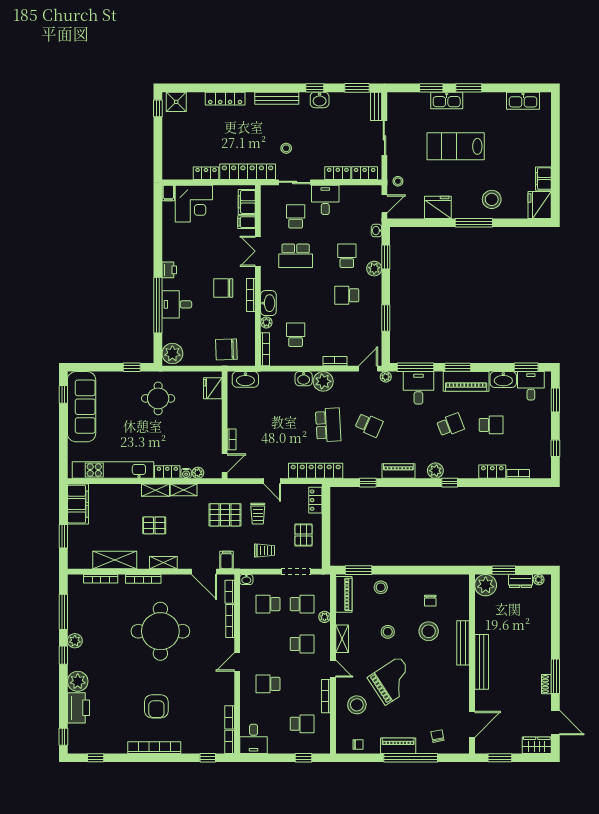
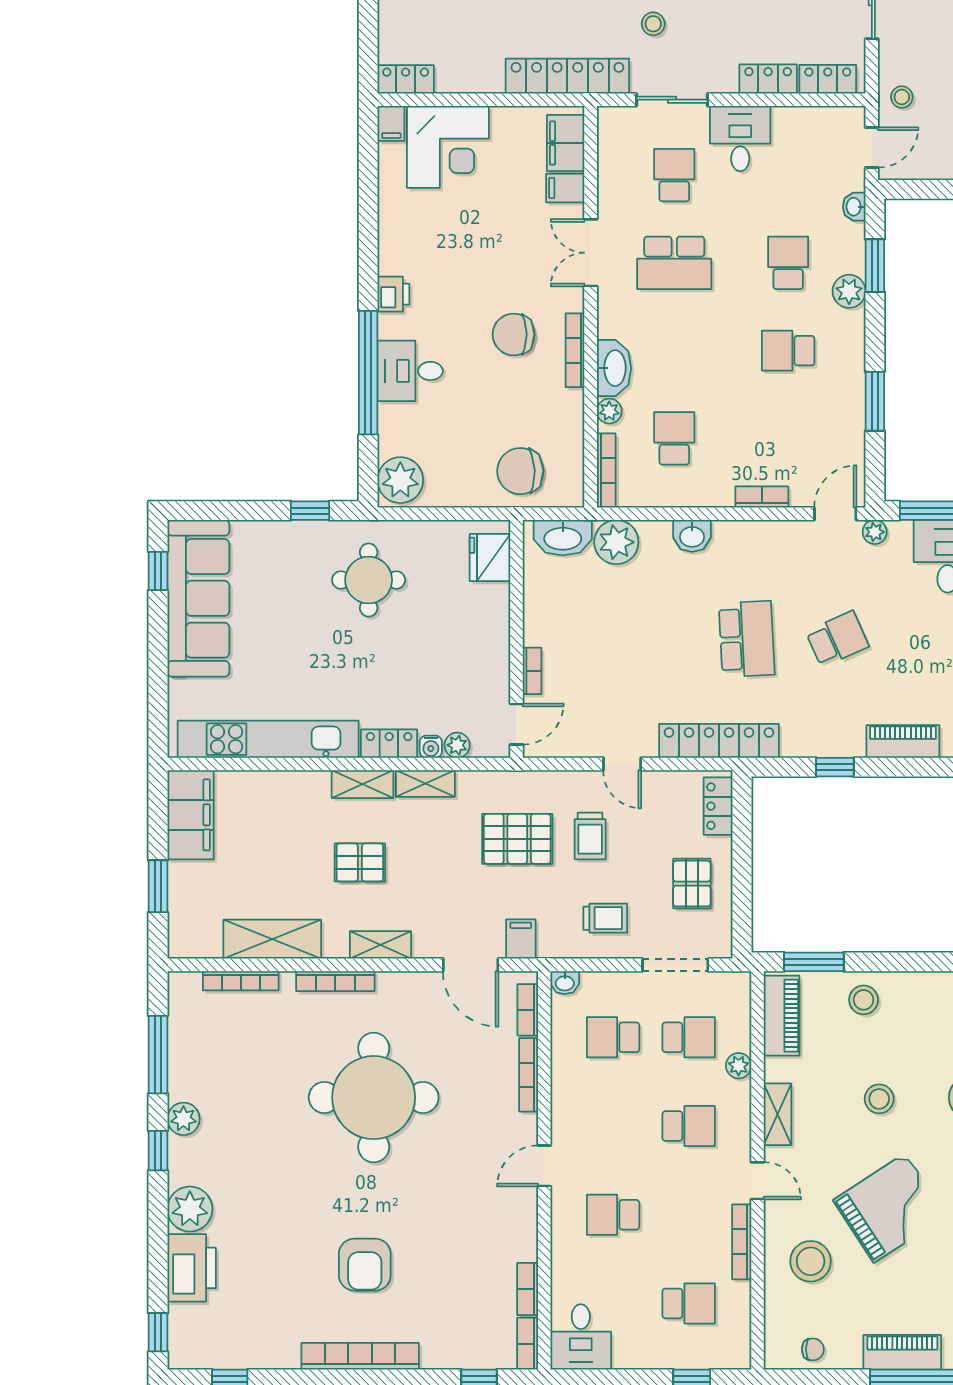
locker: (206, 173) -> (406, 79), moved
plant: (323, 381) -> (616, 542), moved
school desk: (369, 425) -> (837, 639), turned -48

